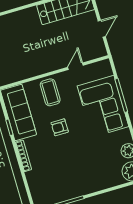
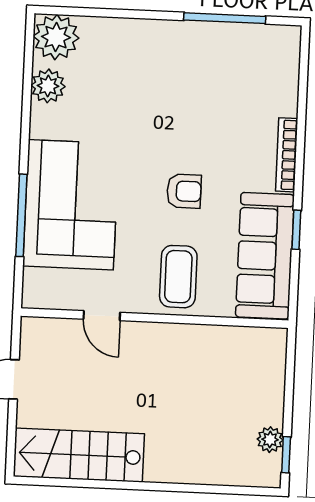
door: (75, 66) -> (102, 316), hinge flipped

